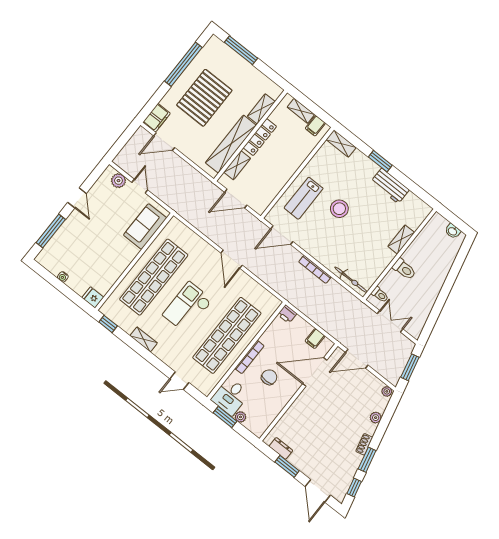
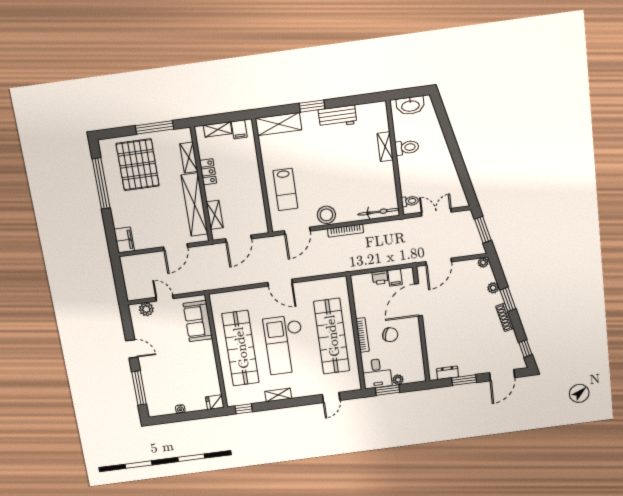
window: (241, 50) -> (154, 127), moved
pallet: (204, 98) -> (138, 165), moved
locker: (260, 137) -> (208, 172), width x0.66
door: (164, 142) -> (176, 247), moved
shelving: (341, 143) -> (279, 124), width x1.50, depth x1.33
stool: (339, 209) -> (326, 215), moved
washbasin: (453, 231) -> (410, 106), width x1.91, depth x1.45
toilet: (404, 269) -> (407, 147), moved
checkout: (188, 307) -> (285, 345), width x1.36, depth x1.21
printer: (287, 314) -> (380, 278), moved
chair: (269, 377) -> (390, 335), turned 108
shoe rack: (364, 444) -> (505, 317), width x1.43
window: (367, 460) -> (508, 299), moved
door: (318, 491) -> (502, 375), hinge flipped

